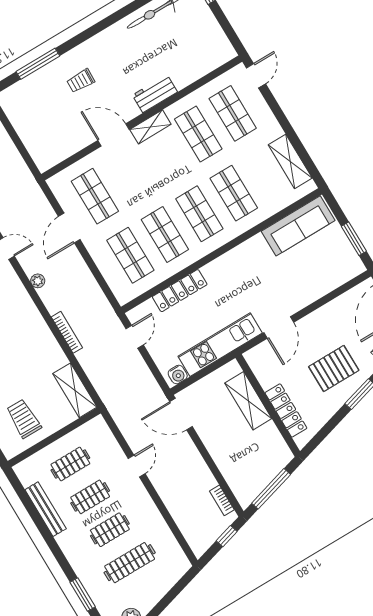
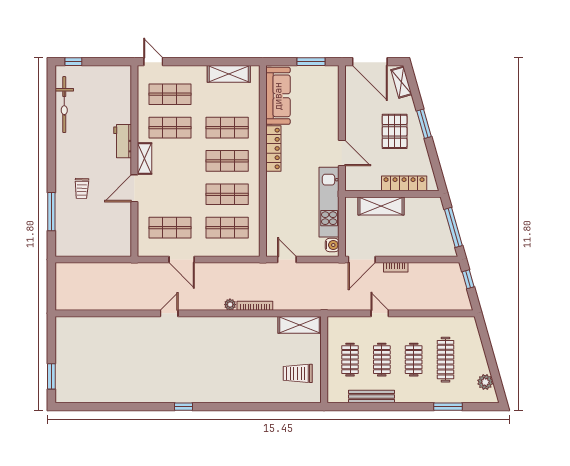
plant: (38, 281) -> (230, 305), moved
locker: (180, 291) -> (273, 148), moved
bookcase: (222, 500) -> (396, 267), moved

